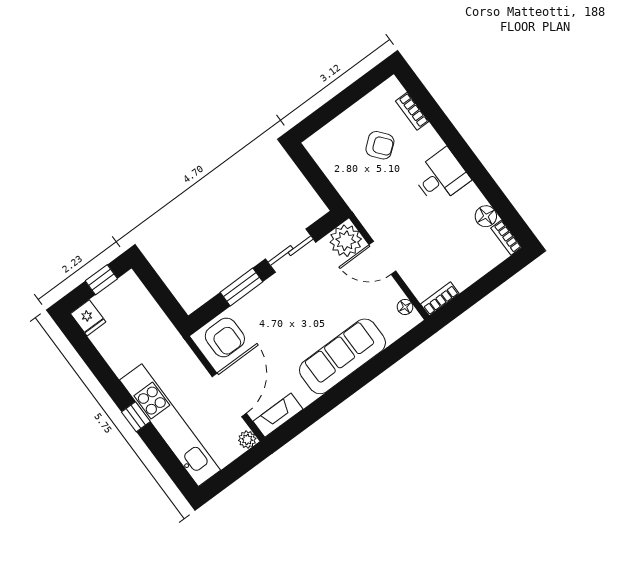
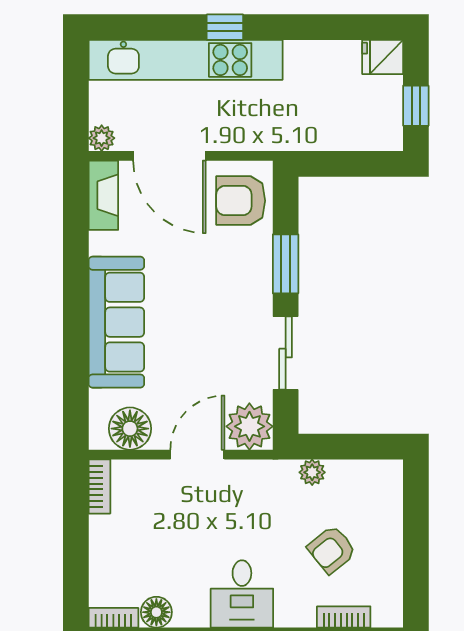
plant: (345, 187) -> (312, 472), added
floor lamp: (405, 307) -> (130, 429), width x1.89, depth x1.89

